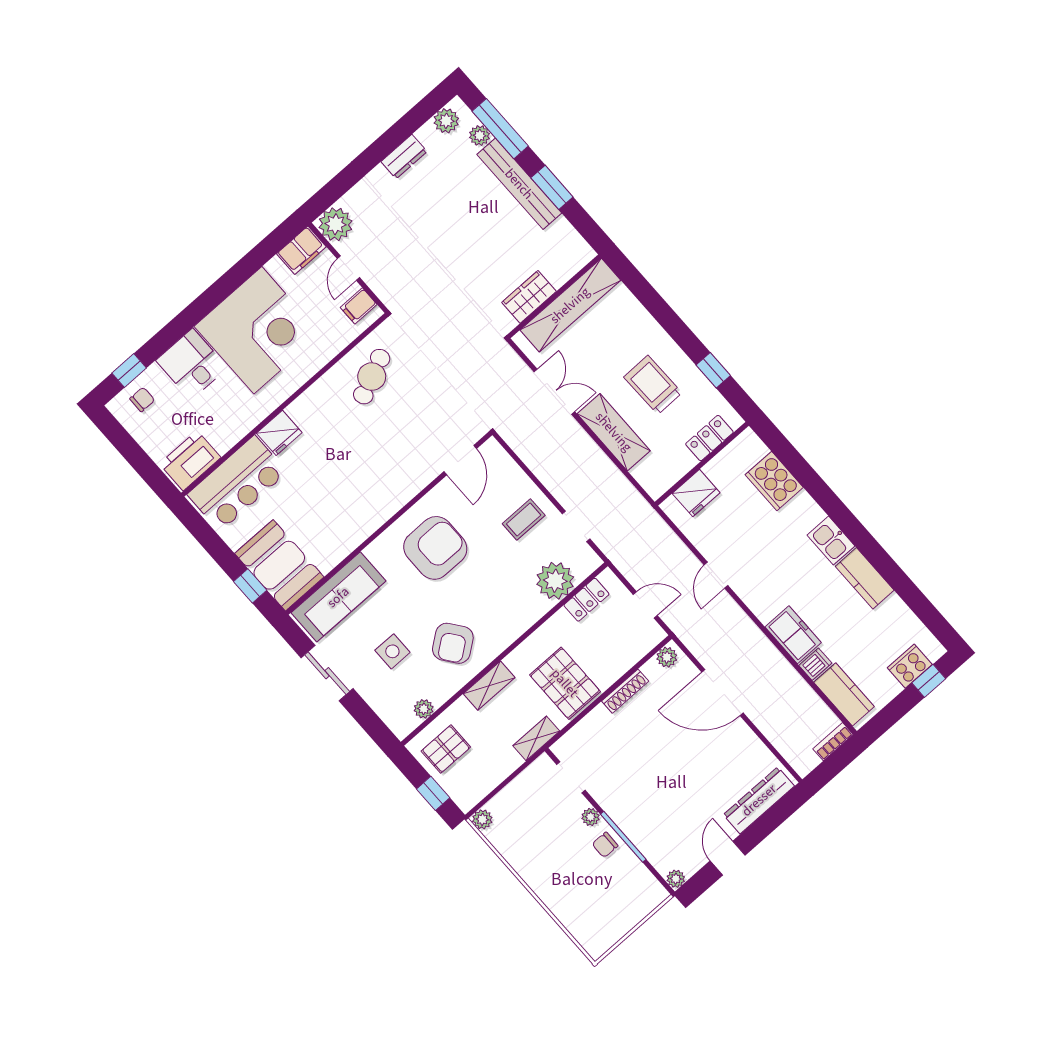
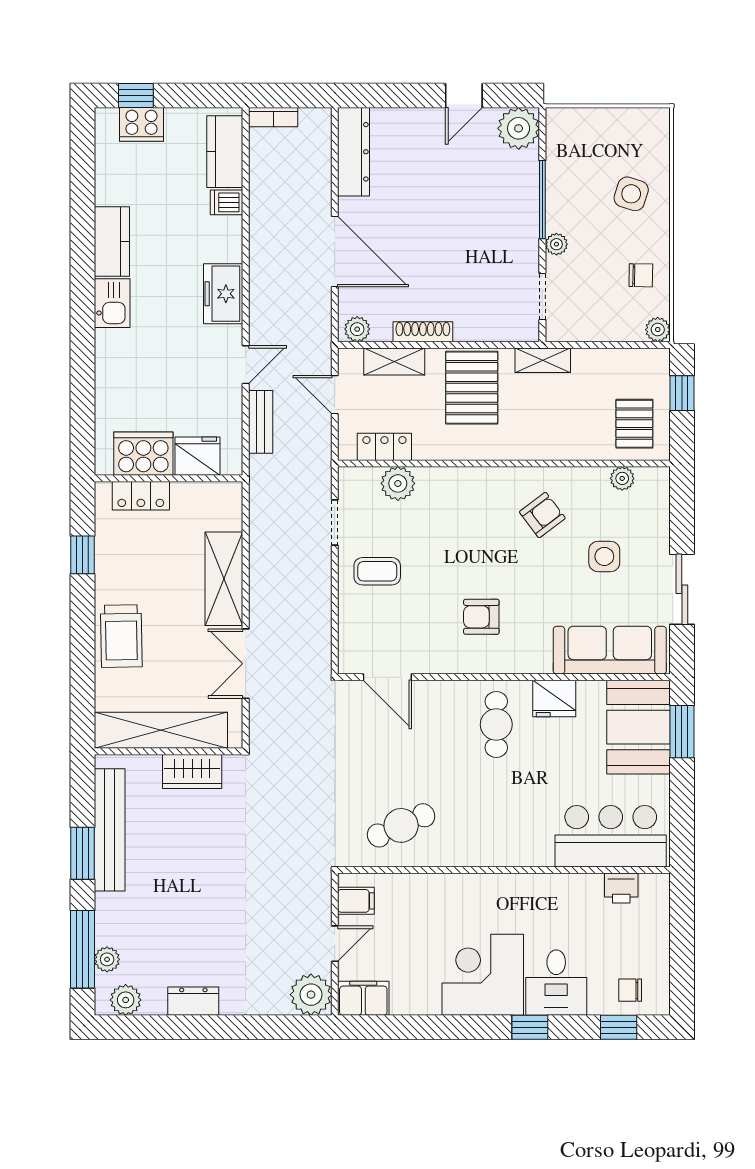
bench: (519, 184) -> (110, 830), moved
window: (184, 323) -> (530, 1027), added
corner desk: (258, 330) -> (483, 975), width x0.74, depth x0.74
trolley: (653, 385) -> (121, 636), moved
fridge: (279, 433) -> (554, 699), moved, turned 180
door: (460, 460) -> (387, 677), swing flipped
printer: (190, 461) -> (621, 888), width x0.53, depth x0.68
cooker: (774, 481) -> (143, 454), moved, turned -90
cafe table: (368, 490) -> (496, 725), added
armchair: (435, 548) -> (481, 617), width x0.53, depth x0.53
bench: (676, 548) -> (261, 422), added
plant: (555, 581) -> (398, 483), width x0.73, depth x0.73
window: (250, 586) -> (682, 732), width x1.50
freezer: (793, 635) -> (223, 294), moved
armchair: (453, 643) -> (542, 515), width x0.72, depth x0.72
shelving: (489, 686) -> (394, 361), moved
pallet: (446, 749) -> (634, 424), turned 90
dresser: (759, 800) -> (354, 152), moved, turned -90
chair: (605, 845) -> (641, 275), moved
plant: (676, 879) -> (519, 128), width x1.87, depth x1.87
side table: (572, 888) -> (631, 194), added

